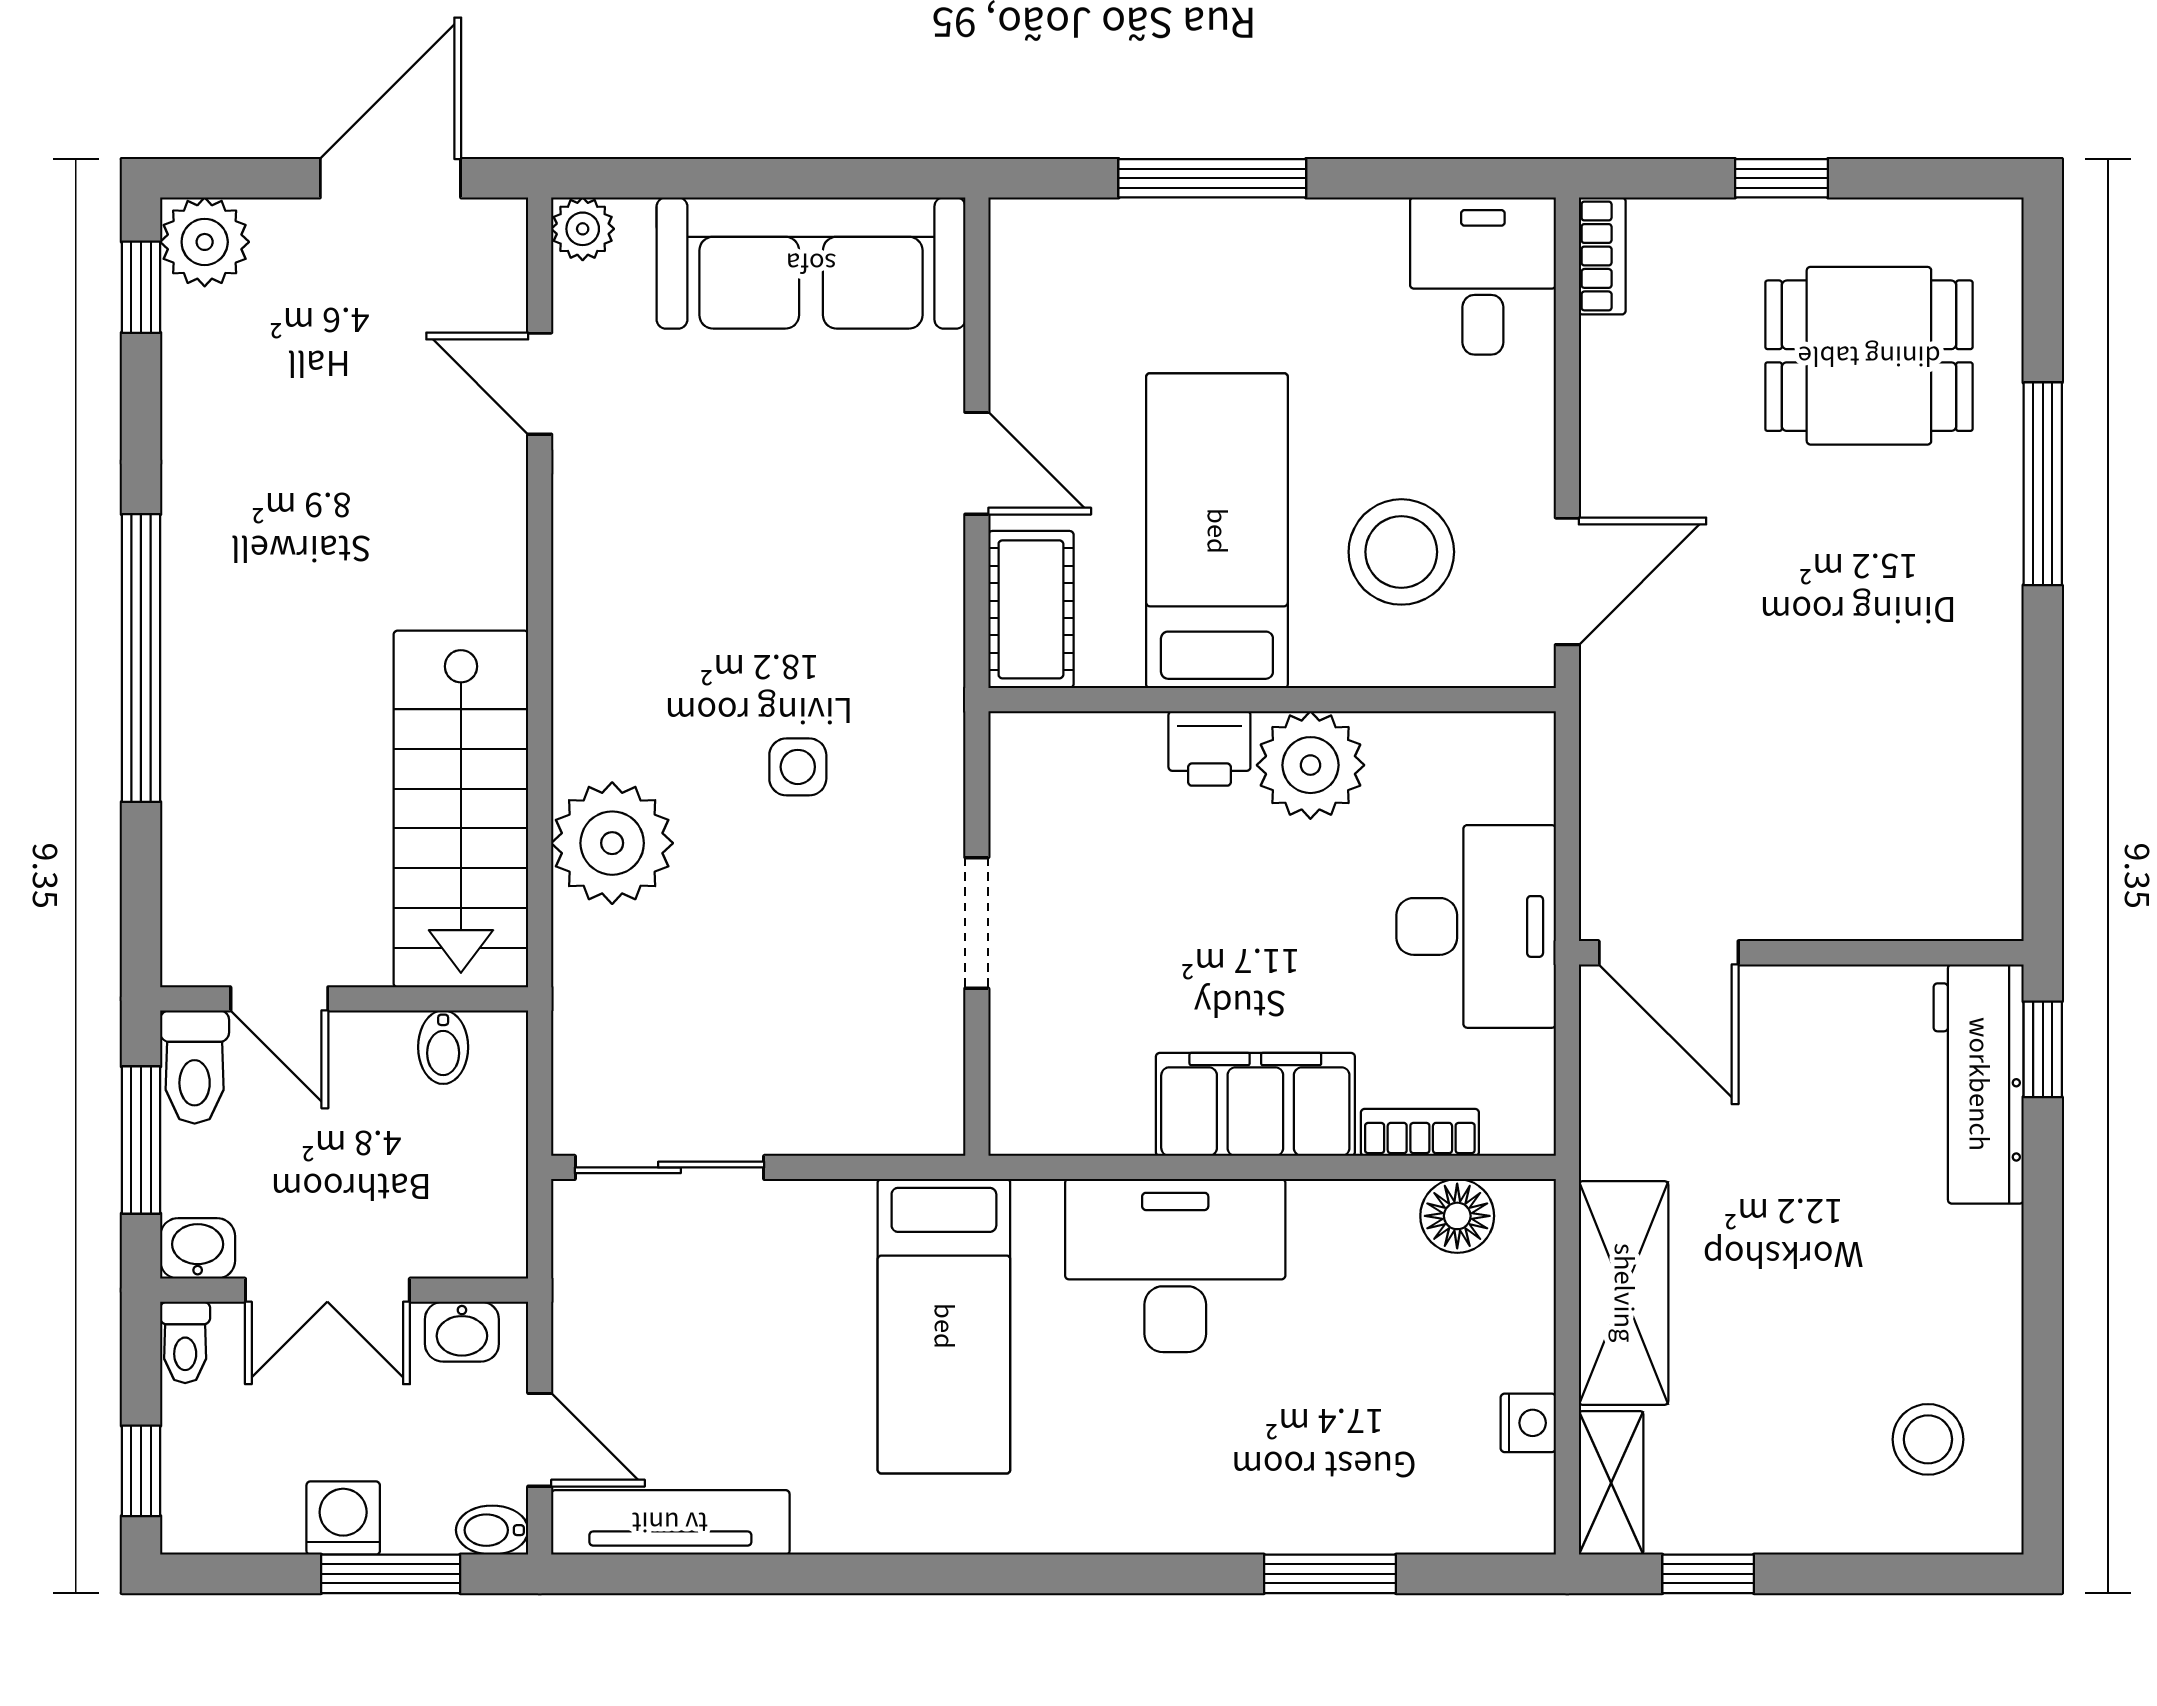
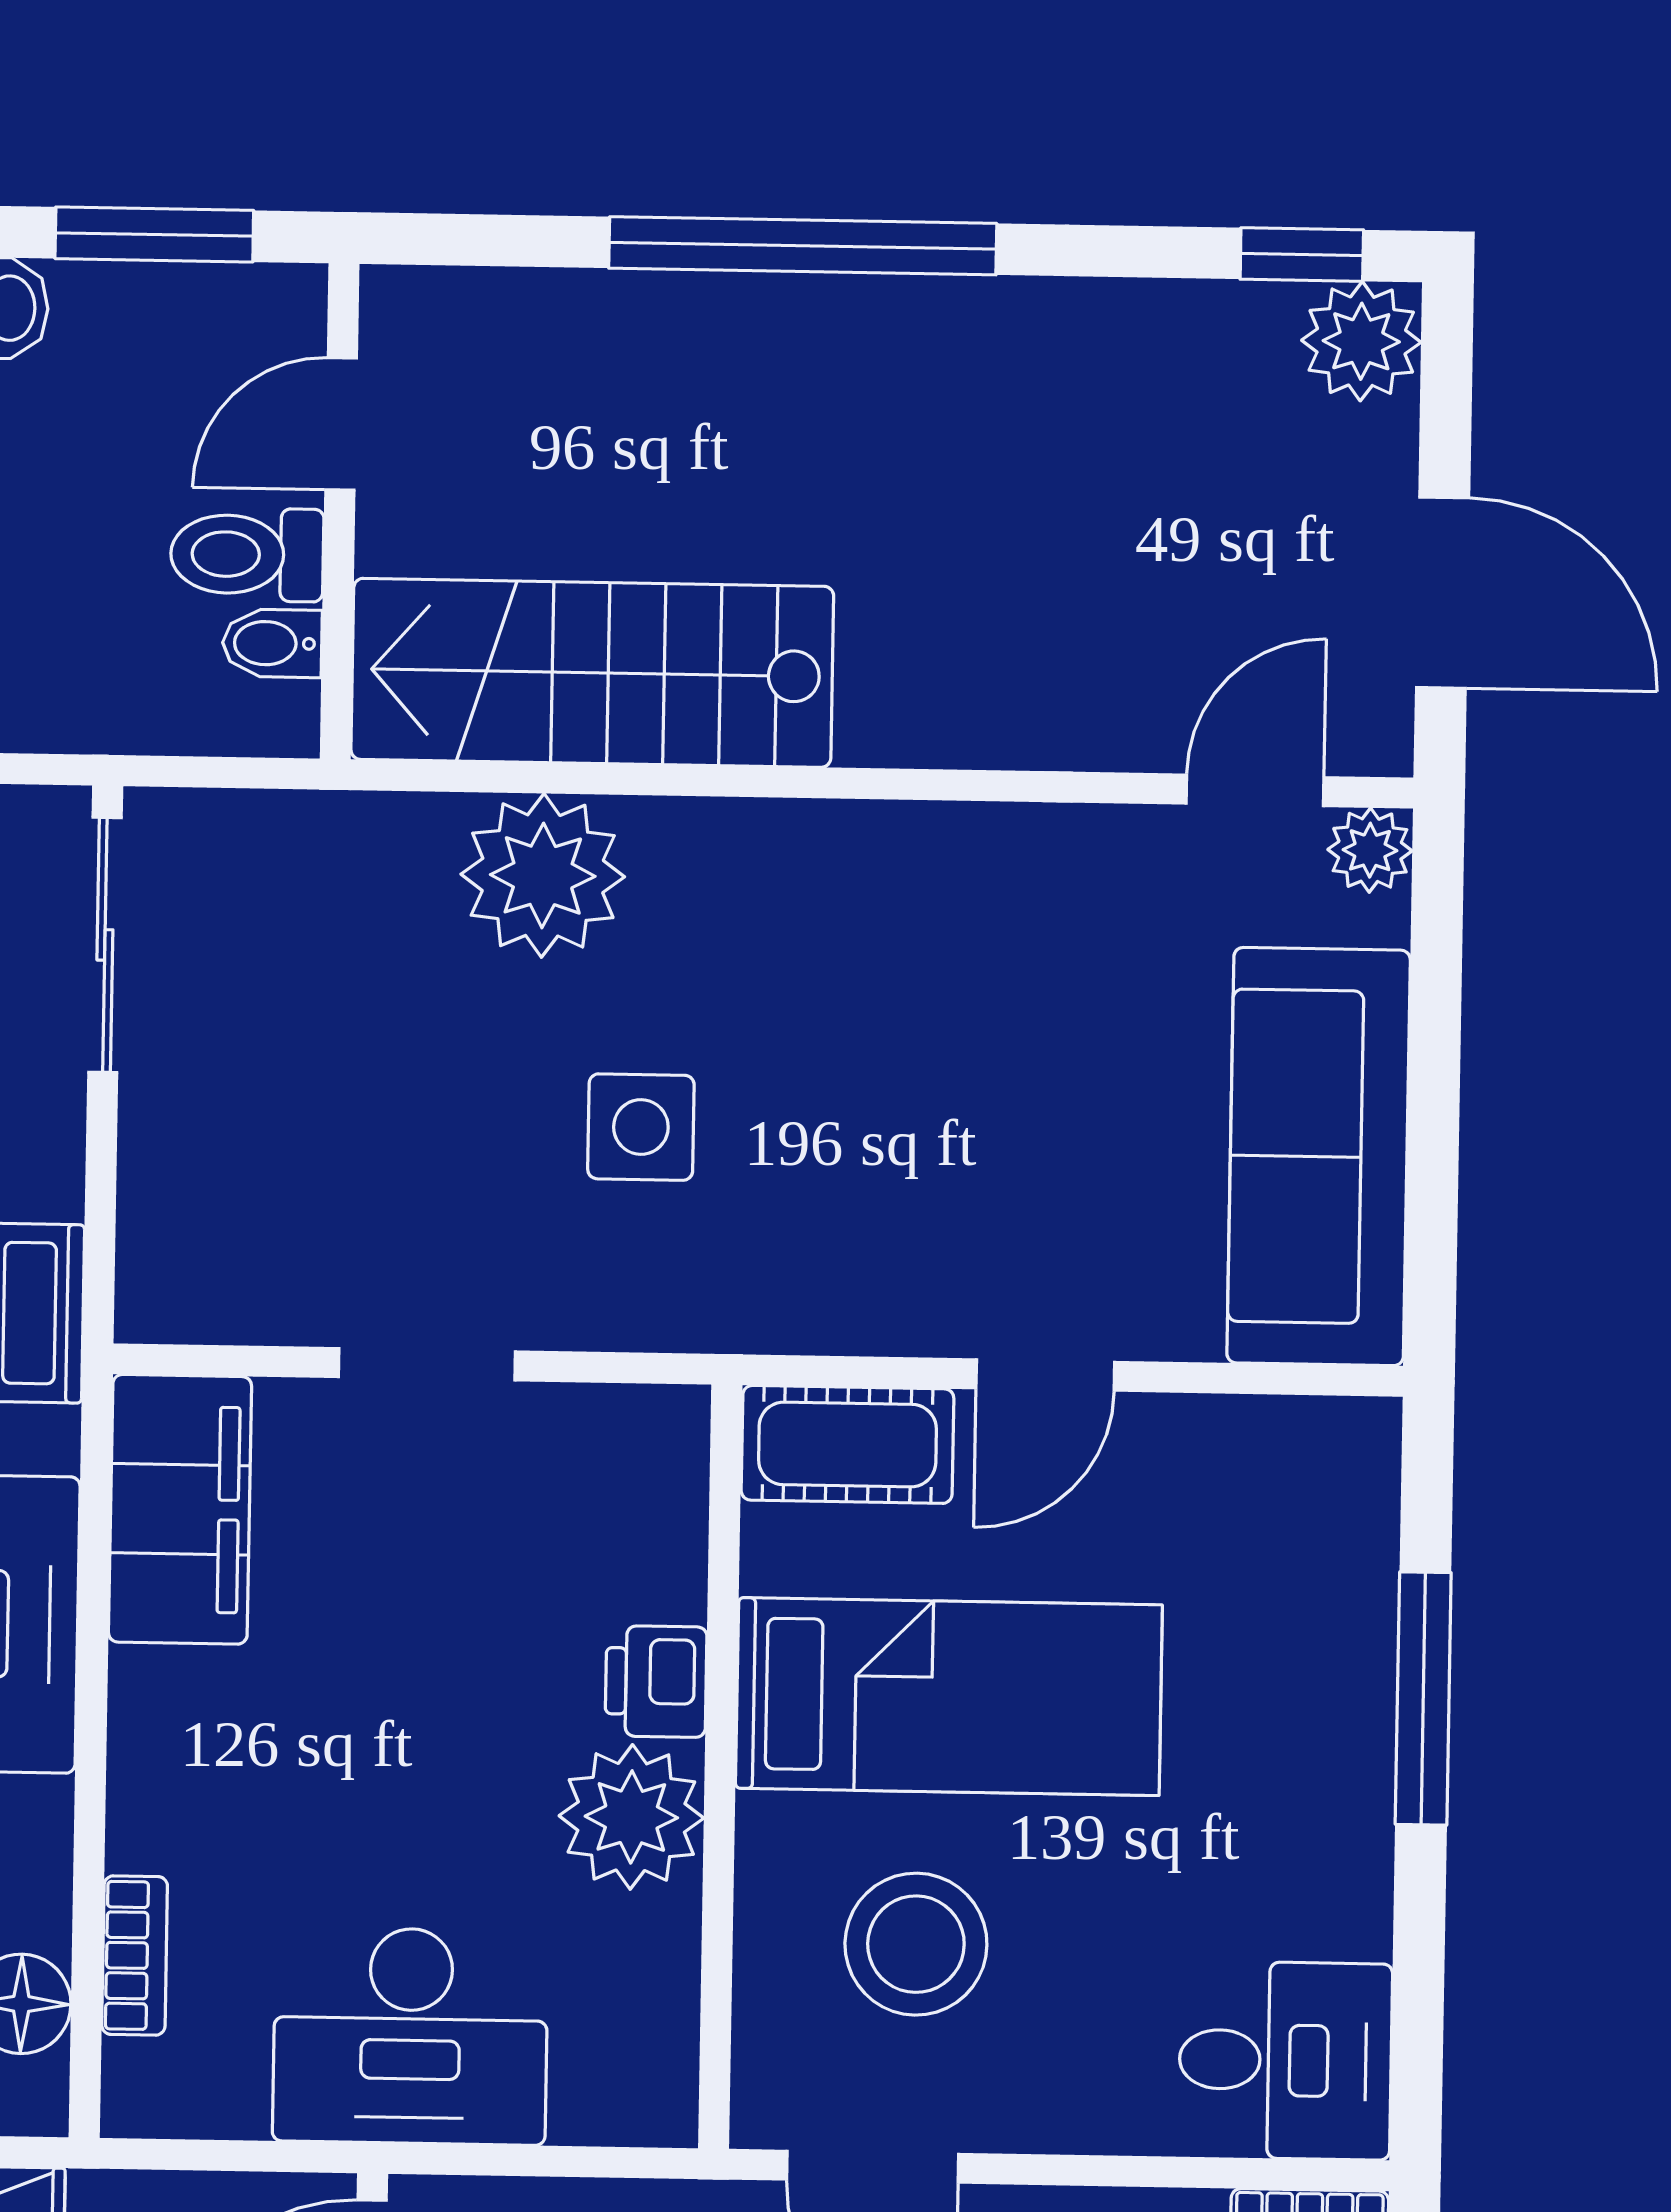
door: (540, 384) -> (1255, 790), moved
side table: (798, 767) -> (641, 1127), width x1.37, depth x1.37
toilet: (195, 1067) -> (247, 554), moved
filing cabinet: (1255, 1104) -> (180, 1509), moved

